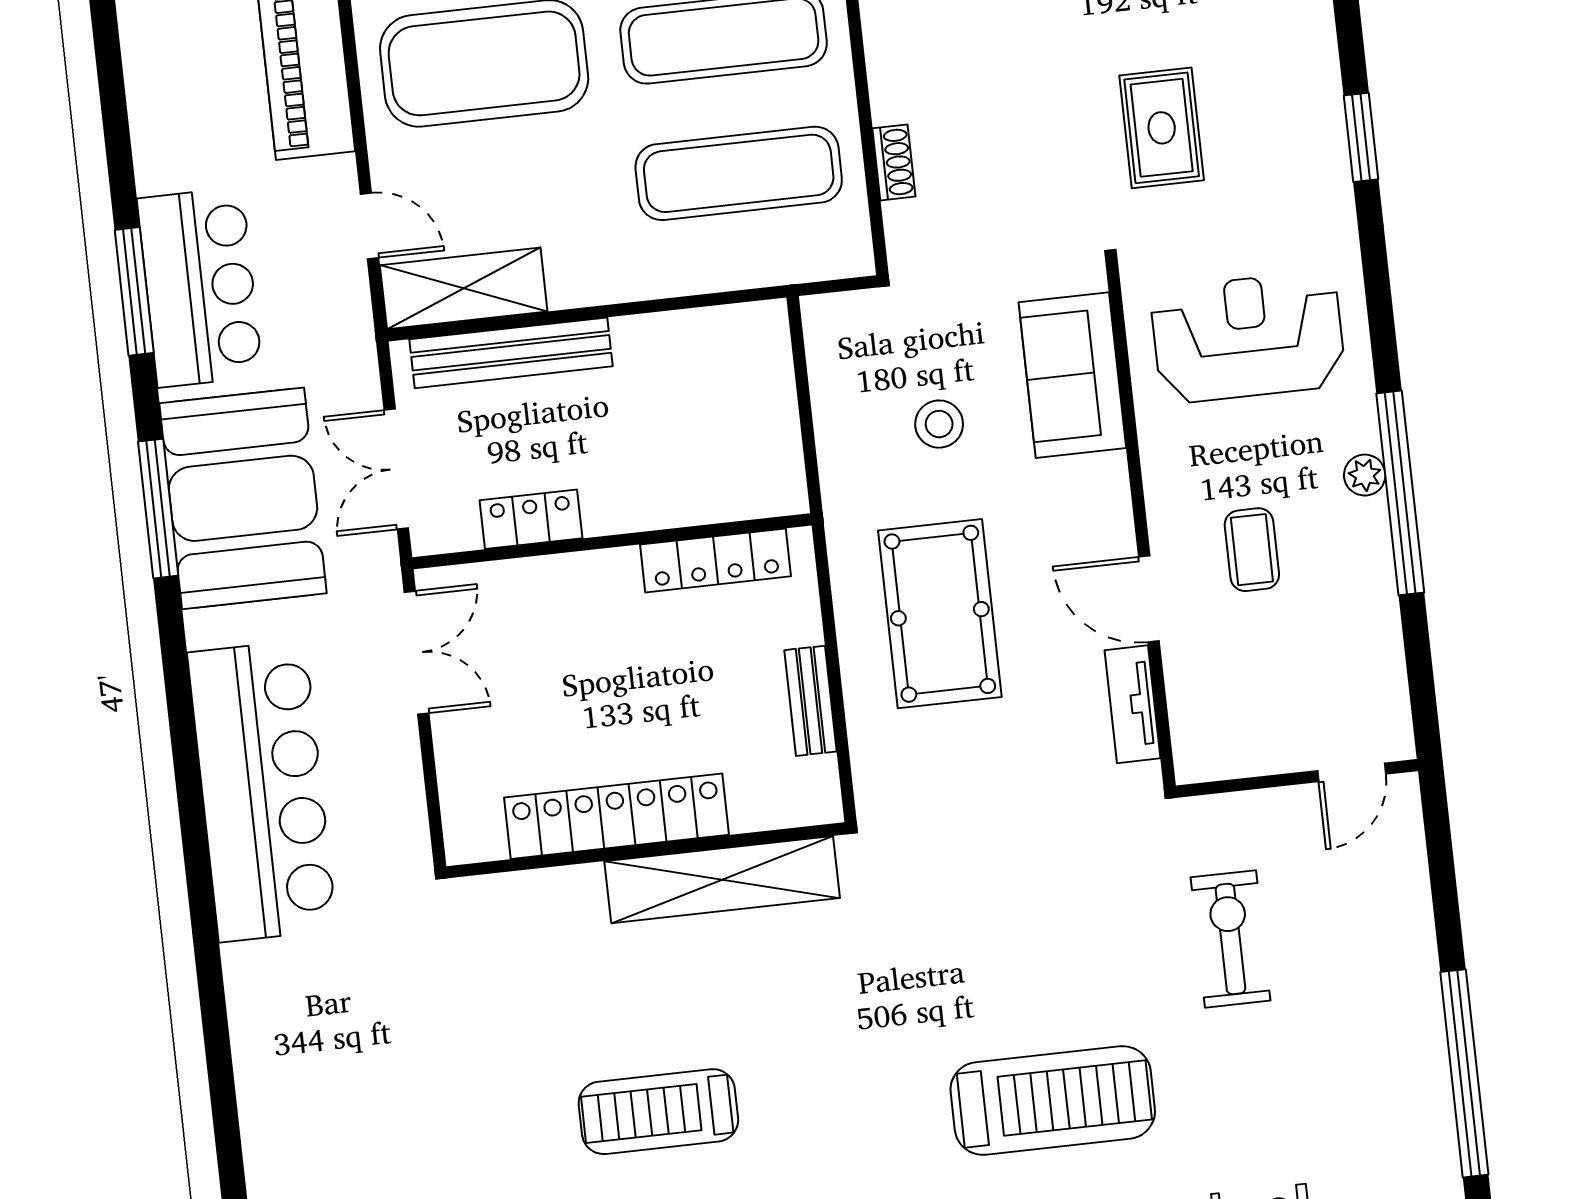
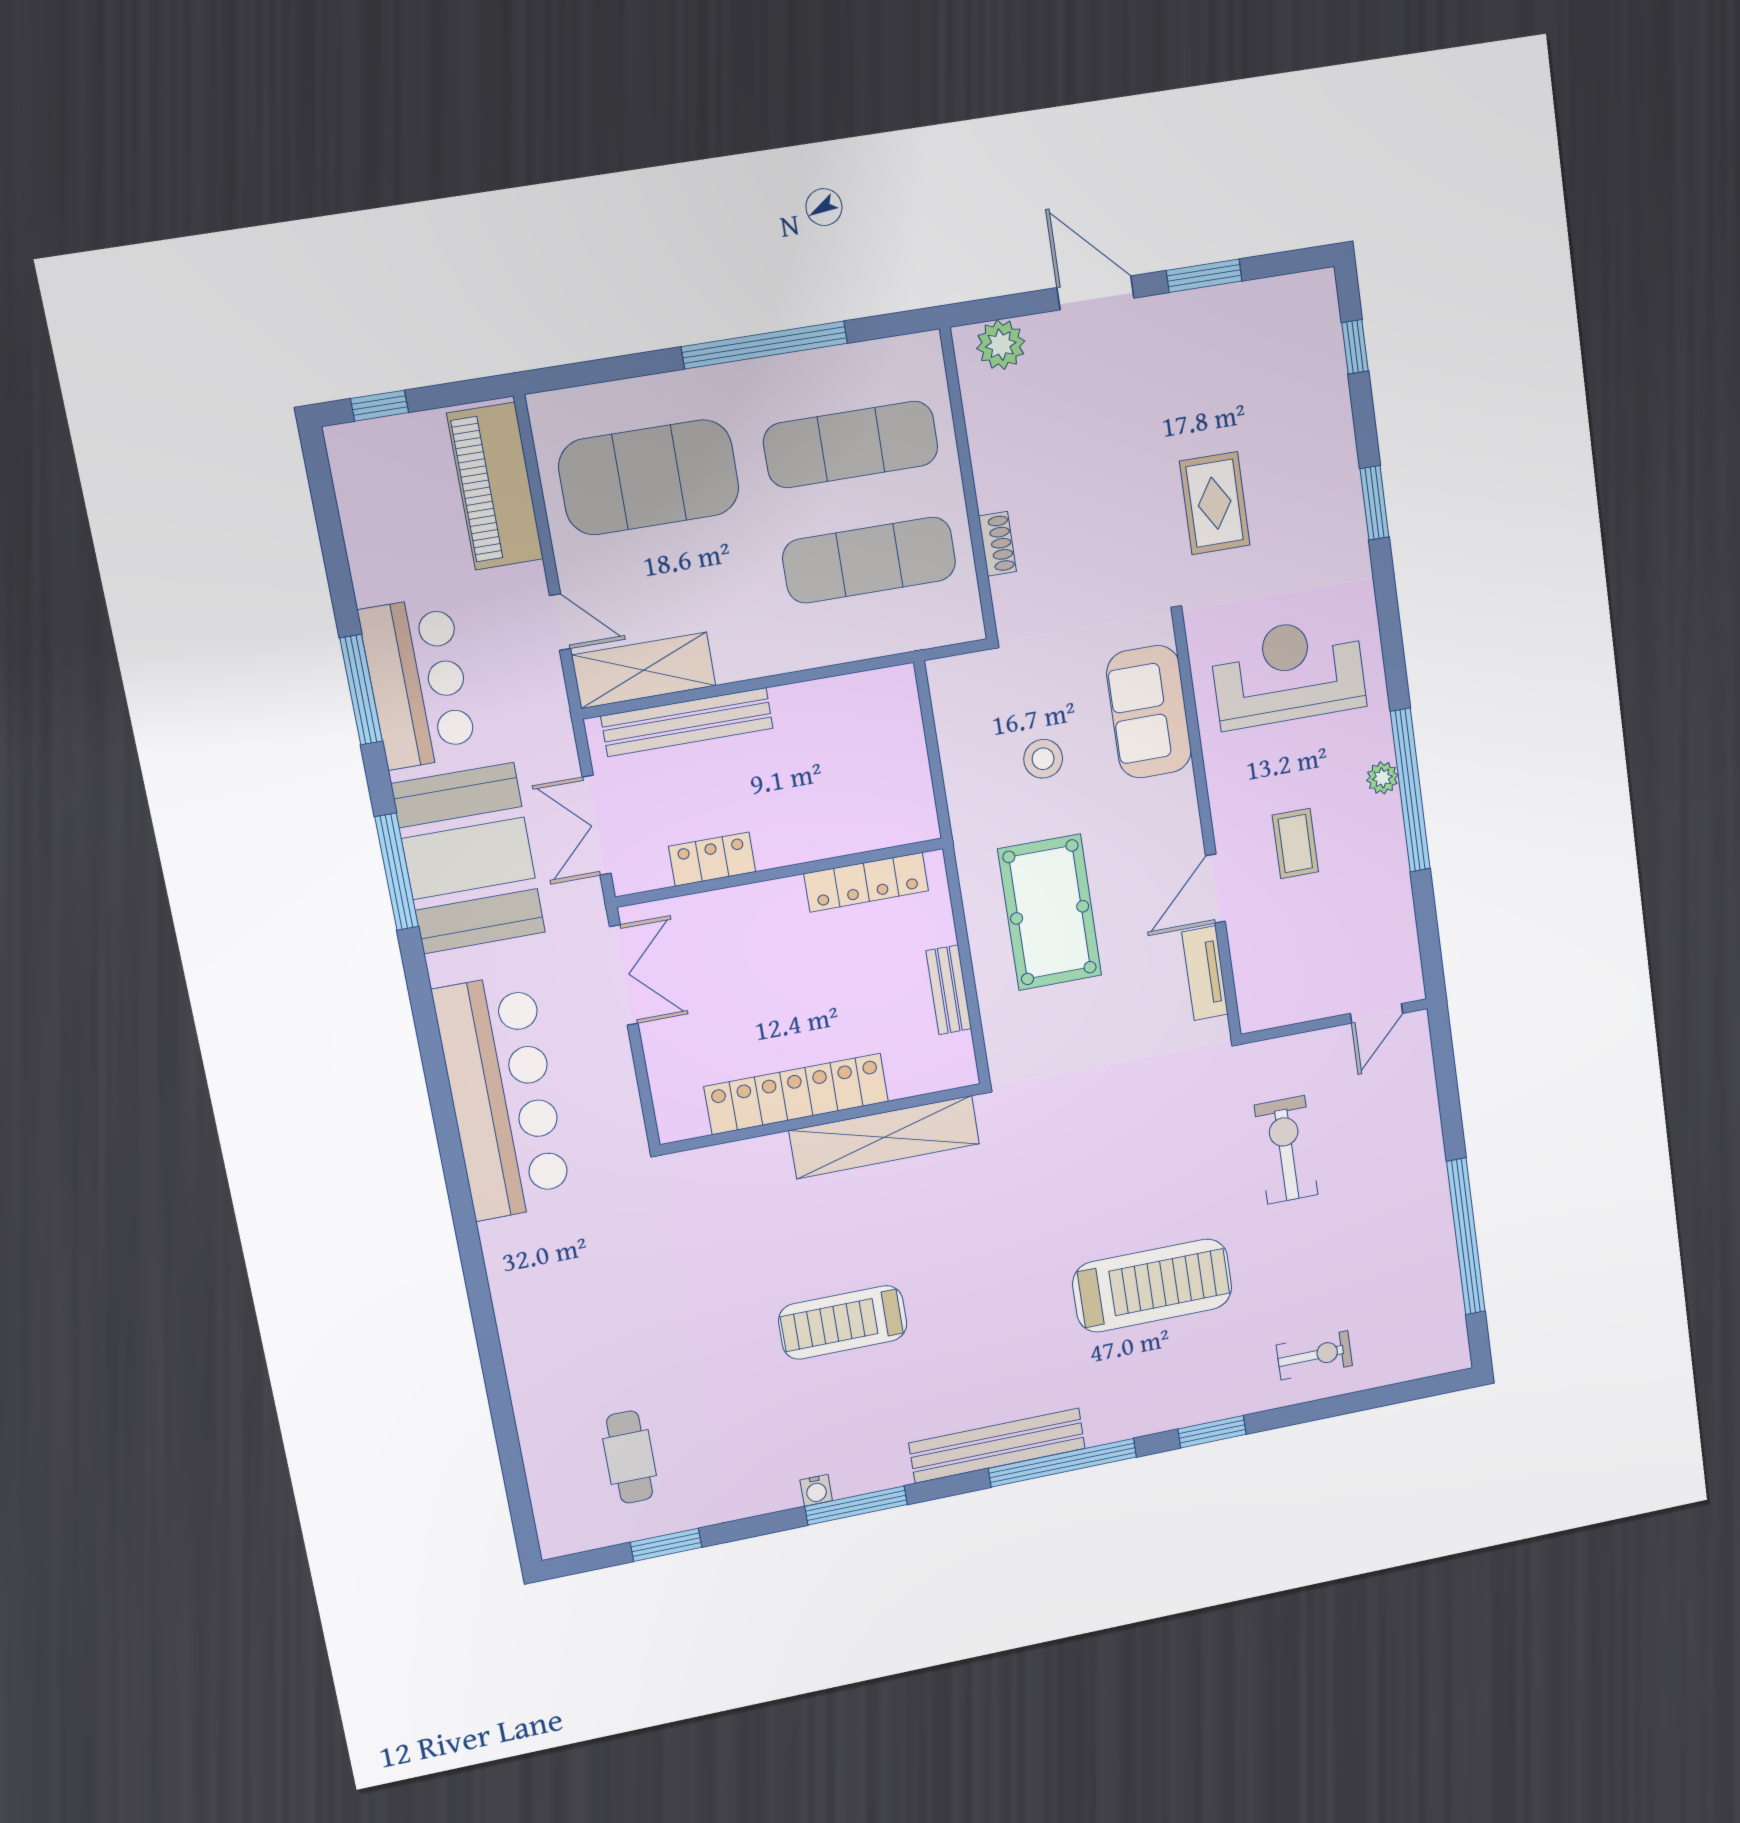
door: (1149, 599) -> (1215, 889), hinge flipped

